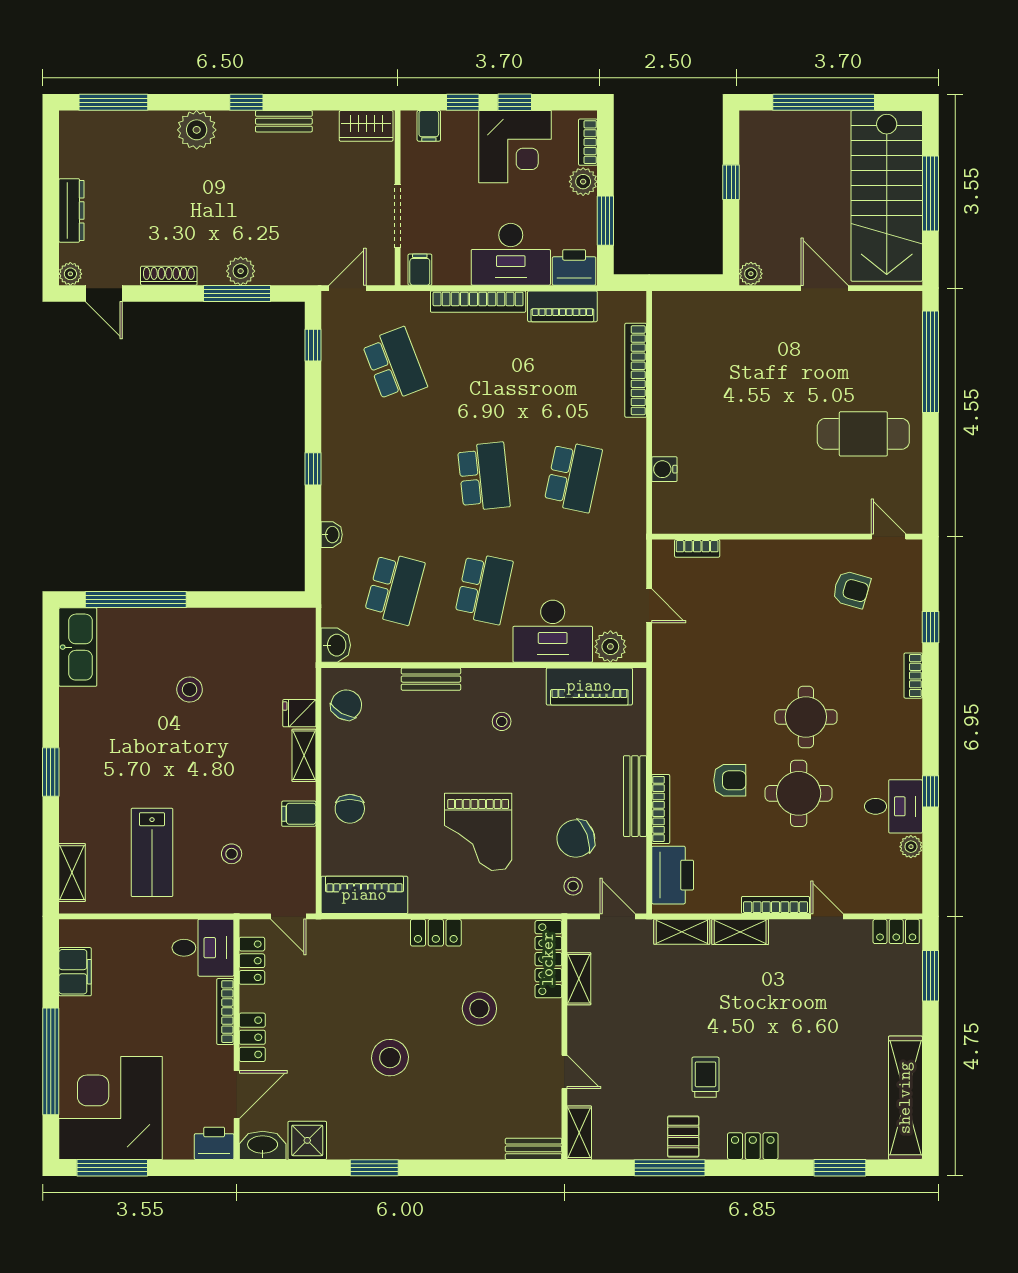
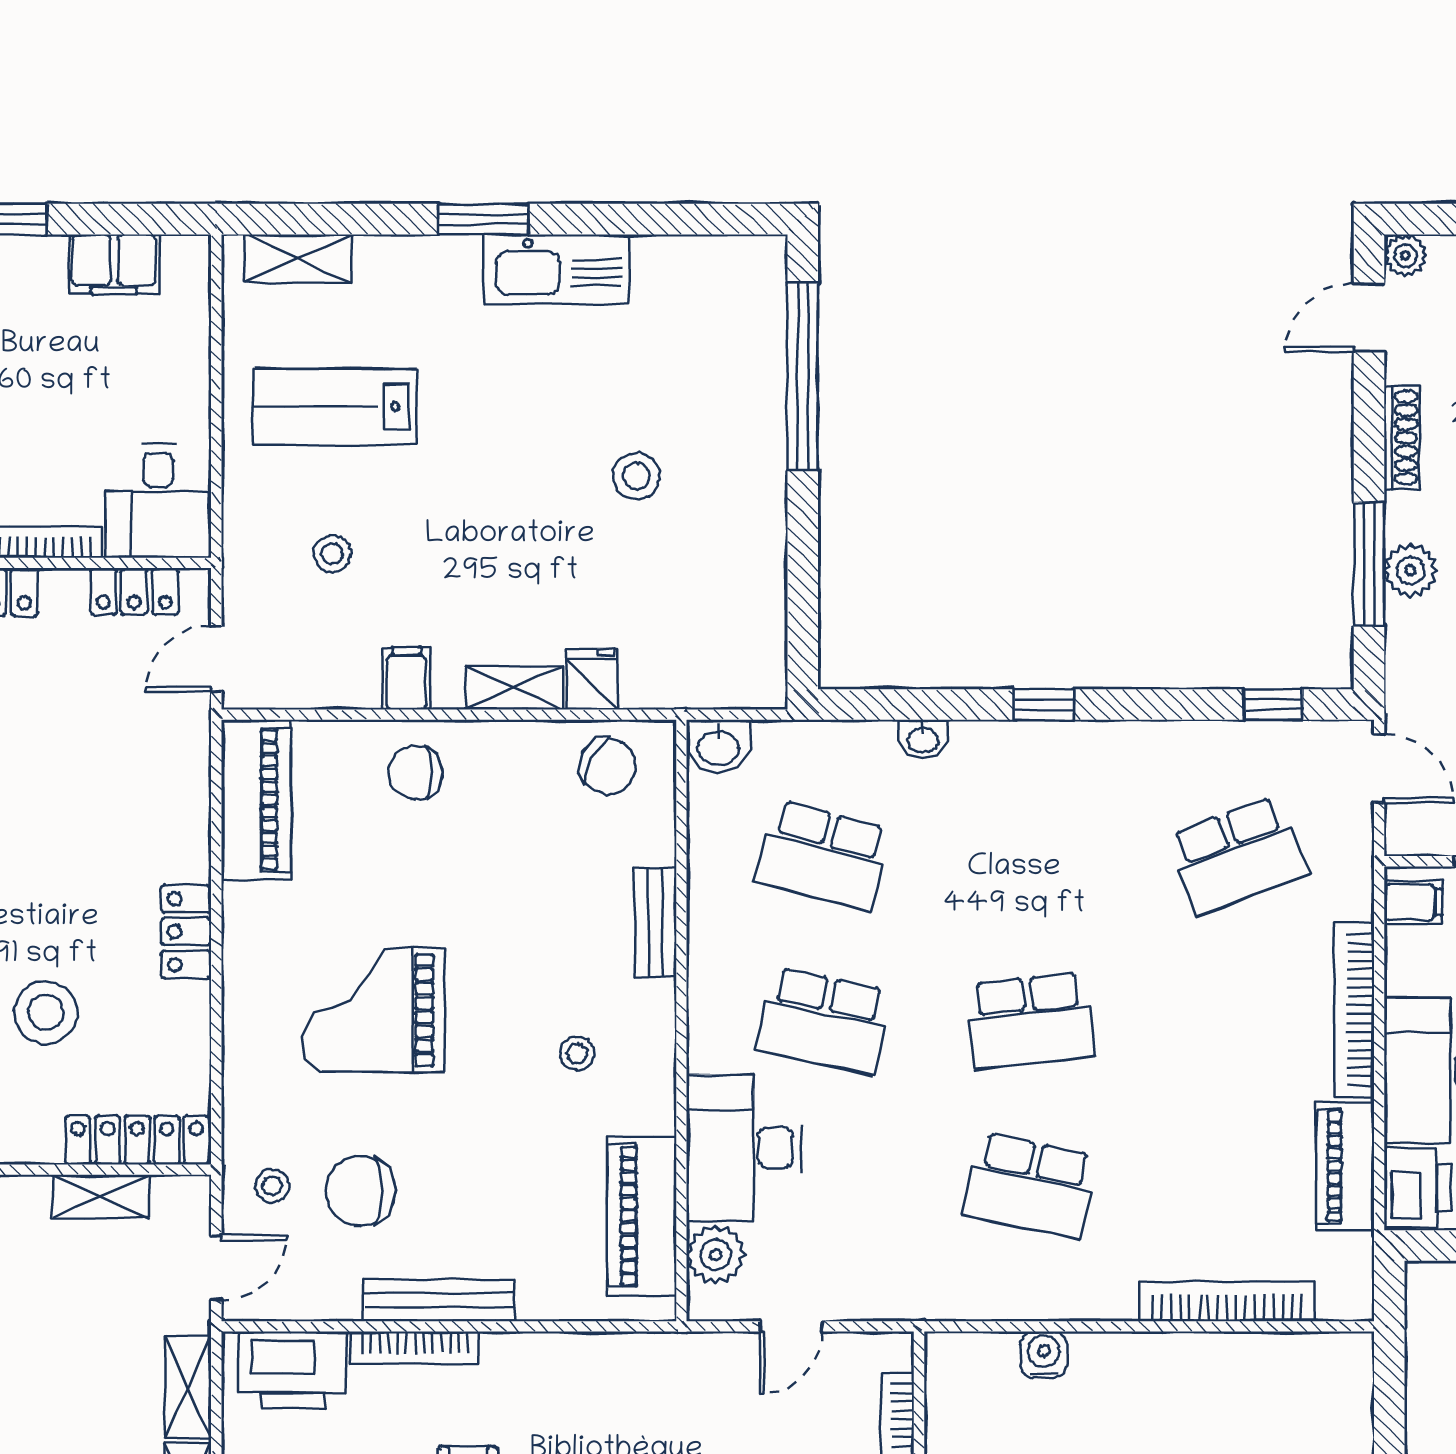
kitchen sink: (78, 647) -> (557, 269), moved
chair: (576, 838) -> (360, 1191), turned -70

